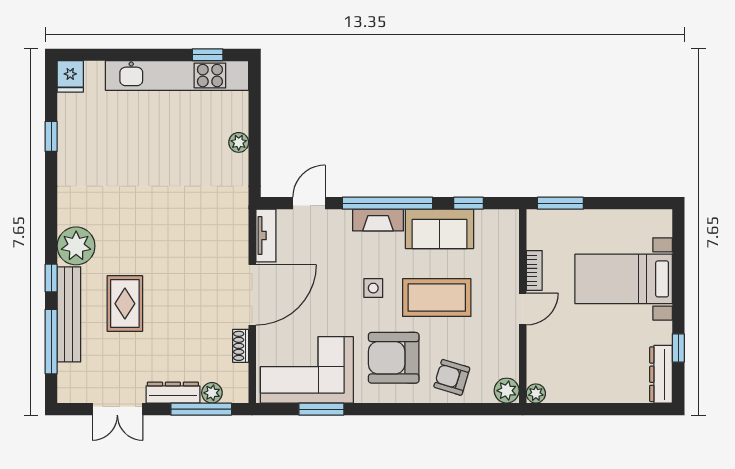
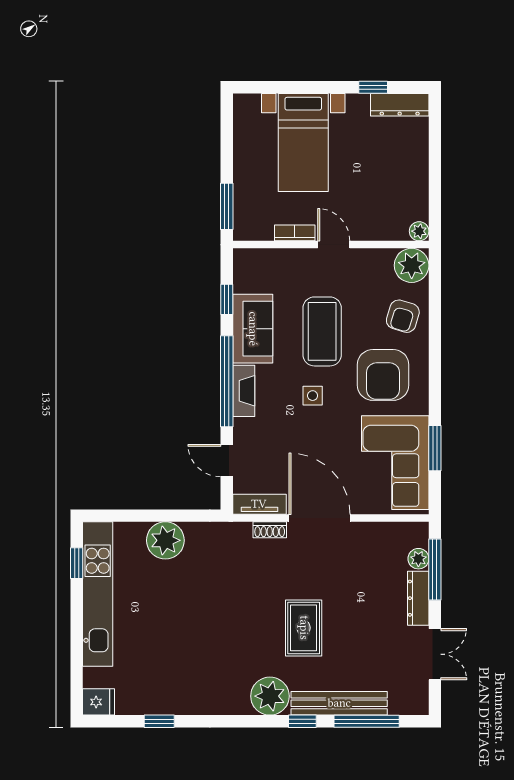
plant: (239, 142) -> (165, 540), width x1.88, depth x1.88
rug: (125, 304) -> (304, 628), moved, turned 90
shoe rack: (241, 346) -> (270, 530), moved
plant: (507, 391) -> (412, 265), width x1.36, depth x1.36

